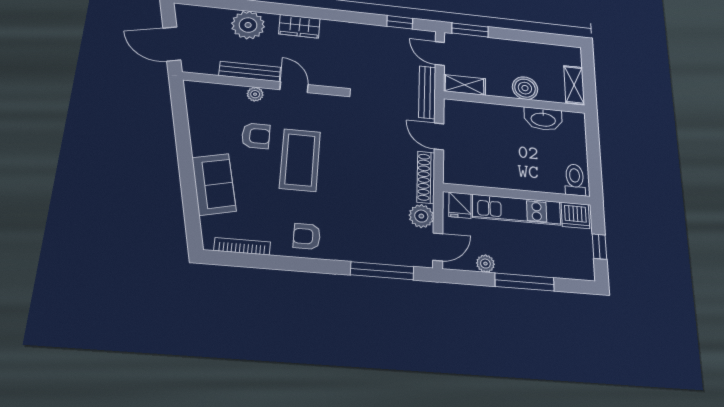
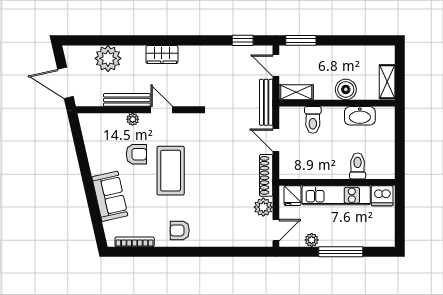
plant: (248, 25) -> (108, 58), moved
toilet: (485, 118) -> (313, 120), added
toilet: (575, 180) -> (358, 166), moved
window: (599, 247) -> (400, 219), removed
window: (382, 271) -> (235, 252), removed

